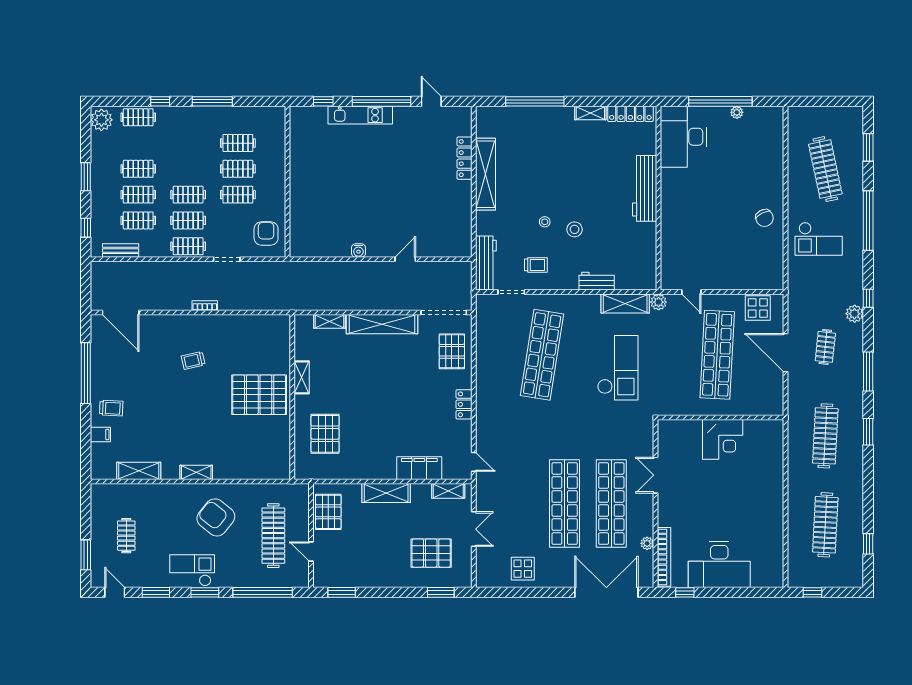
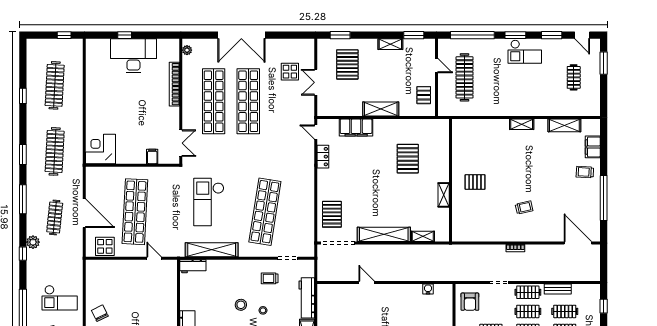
checkout: (819, 239) -> (60, 298), turned 180
bench: (121, 250) -> (558, 289), moved
water cooler: (358, 251) -> (428, 289), moved
door: (405, 259) -> (367, 283), swing flipped
workbench: (486, 263) -> (307, 298), moved
workbench: (597, 281) -> (193, 266), moved
plant: (659, 302) -> (179, 251), removed
shelving: (625, 304) -> (212, 250), width x1.47
clothes rail: (825, 347) -> (55, 217), width x1.36
pallet: (259, 395) -> (475, 182), width x0.49, depth x0.50
locker: (464, 404) -> (323, 157), moved
filing cabinet: (694, 429) -> (152, 156), added
pallet: (325, 434) -> (408, 159), moved
filing cabinet: (100, 435) -> (593, 147), width x2.00
corner desk: (723, 439) -> (101, 149), moved
double door: (655, 475) -> (181, 143), moved
shelving: (448, 491) -> (390, 44), moved
pallet: (328, 512) -> (424, 95), width x0.67, depth x0.71
armchair: (216, 517) -> (507, 91), removed
plant: (647, 543) -> (187, 50), moved
window: (868, 544) -> (23, 96), moved
pallet: (431, 553) -> (347, 64), turned 90
bookcase: (664, 557) -> (174, 84), moved
display table: (523, 569) -> (290, 72), moved
double door: (606, 592) -> (241, 35), moved
window: (685, 592) -> (125, 35), moved

